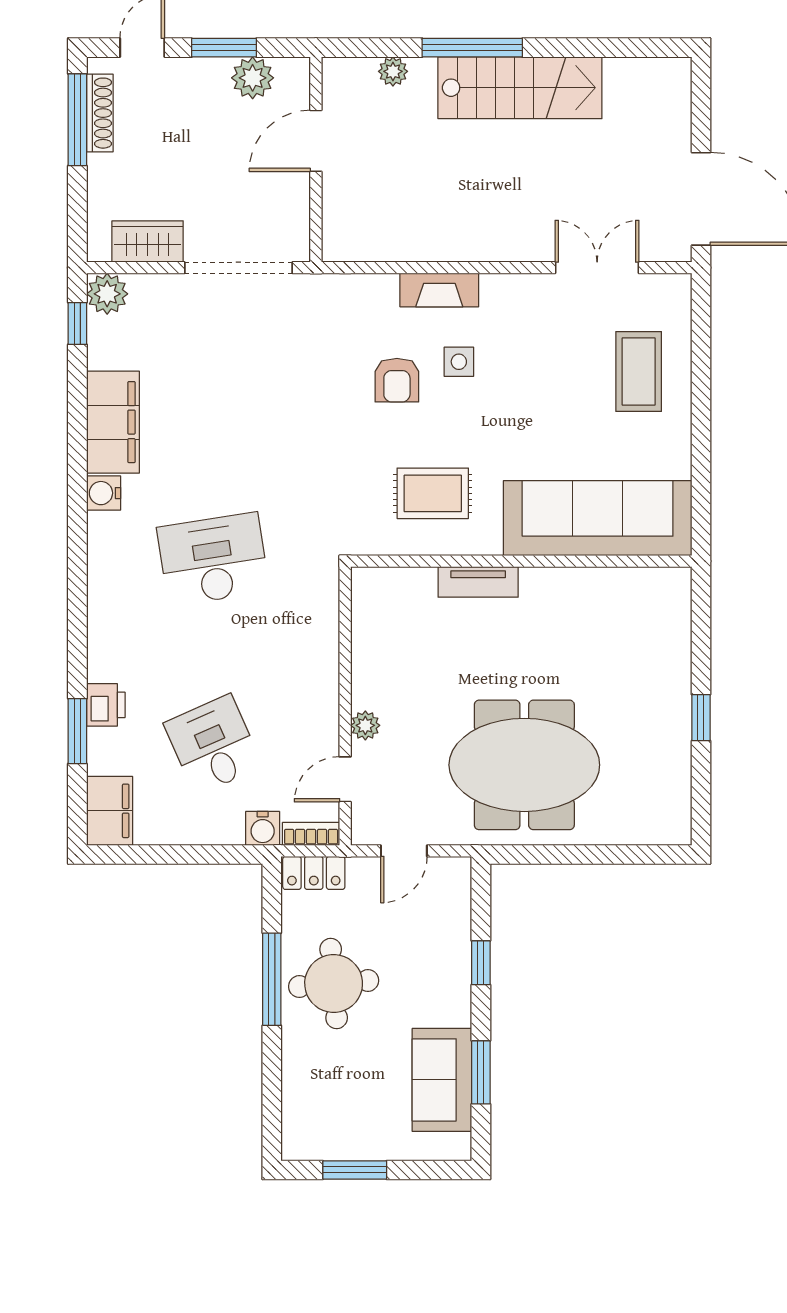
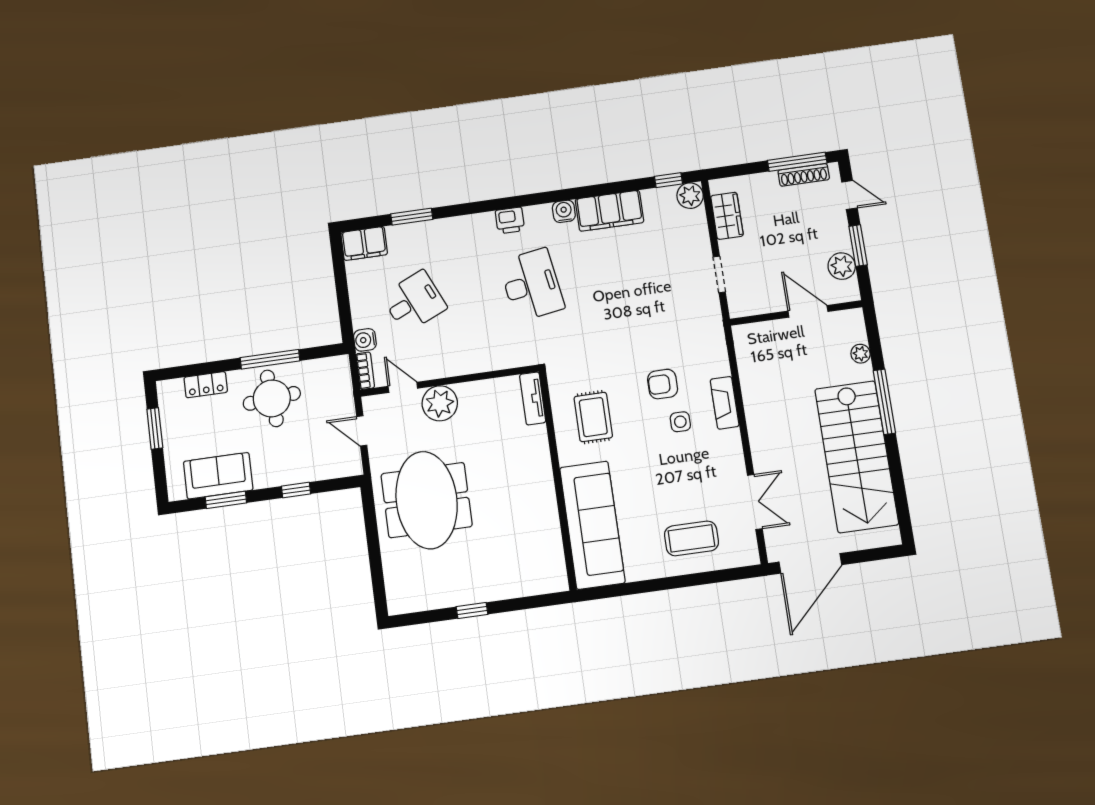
stairs: (520, 88) -> (857, 457), width x1.36, depth x1.51
doorway: (238, 268) -> (719, 274), width x0.53
tv unit: (478, 582) -> (533, 398), moved
printer: (106, 705) -> (510, 220), moved
plant: (365, 725) -> (440, 403), width x1.88, depth x1.88
locker: (314, 873) -> (206, 385), moved, turned -90

